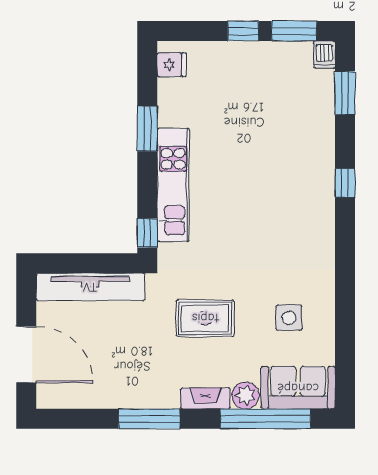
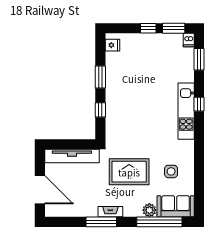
kitchen unit: (173, 185) -> (186, 111), moved, turned 180
window: (147, 233) -> (100, 110), moved
rug: (205, 318) -> (129, 172), width x1.36, depth x1.43
fireplace: (205, 398) -> (110, 212), moved

